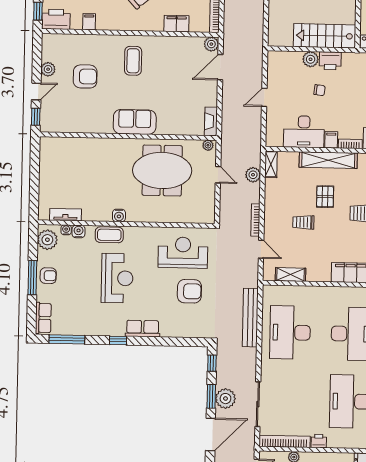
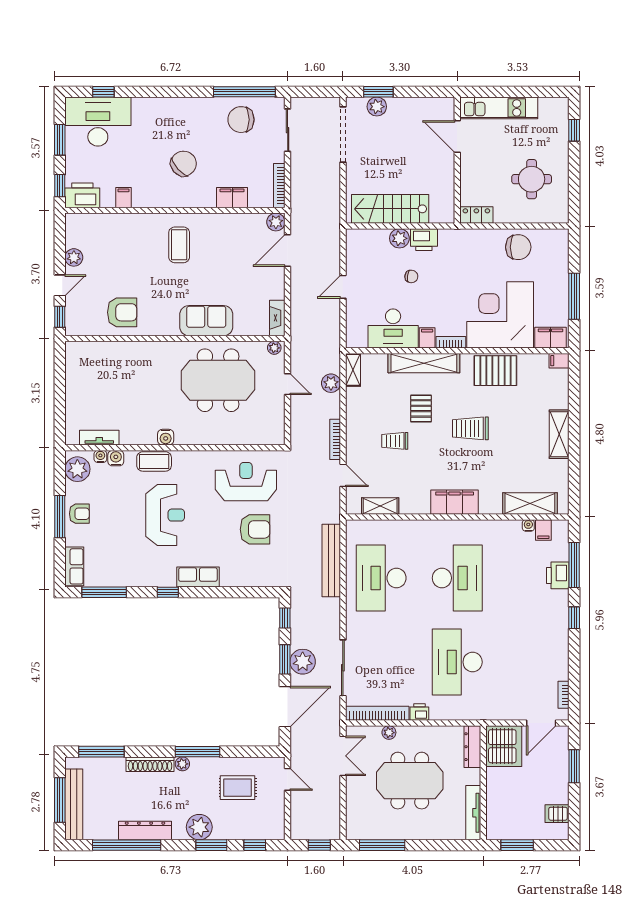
stairs: (325, 36) -> (390, 209), moved
armchair: (85, 76) -> (122, 312), moved
sofa: (135, 122) -> (206, 321), moved

